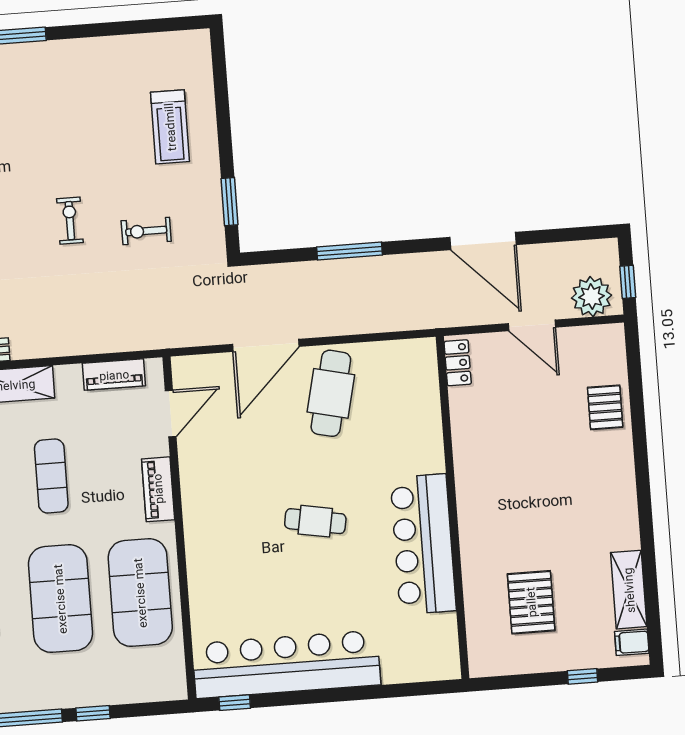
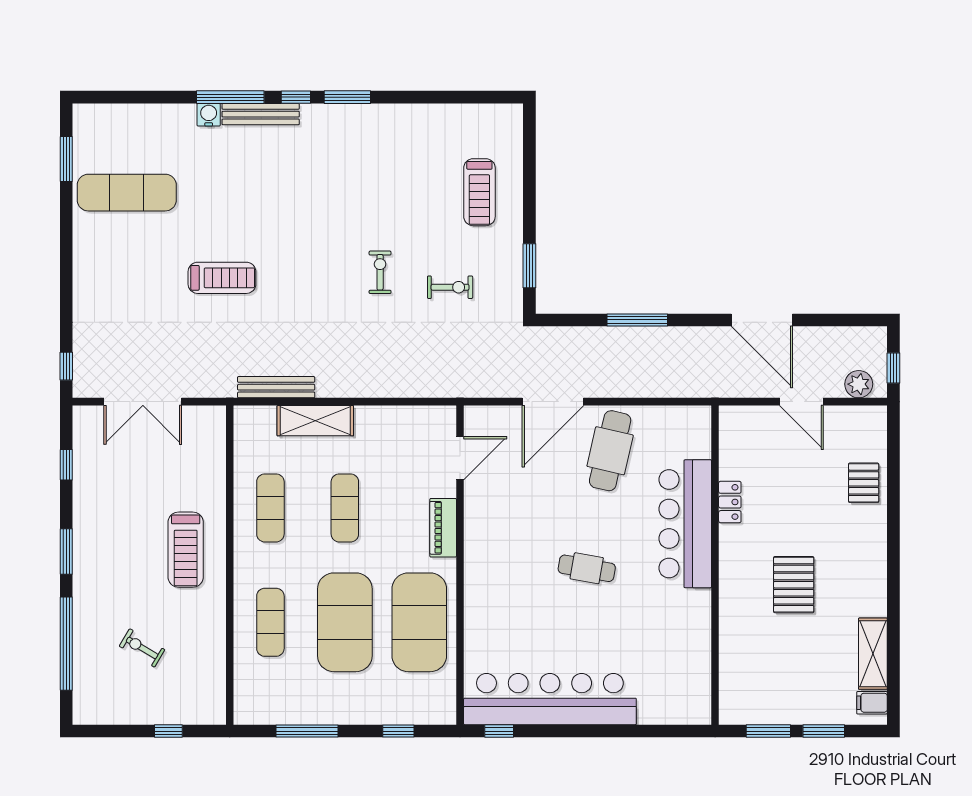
exercise bike: (146, 231) -> (450, 287), turned 180
plant: (592, 297) -> (859, 384), width x0.73, depth x0.73
locker: (458, 363) -> (730, 502), moved
piano: (114, 375) -> (410, 418), removed
bar counter: (423, 544) -> (685, 524), moved
pallet: (531, 602) -> (794, 585), moved
window: (582, 676) -> (824, 731), width x1.50
window: (523, 681) -> (768, 731), added
window: (93, 713) -> (398, 731), moved

